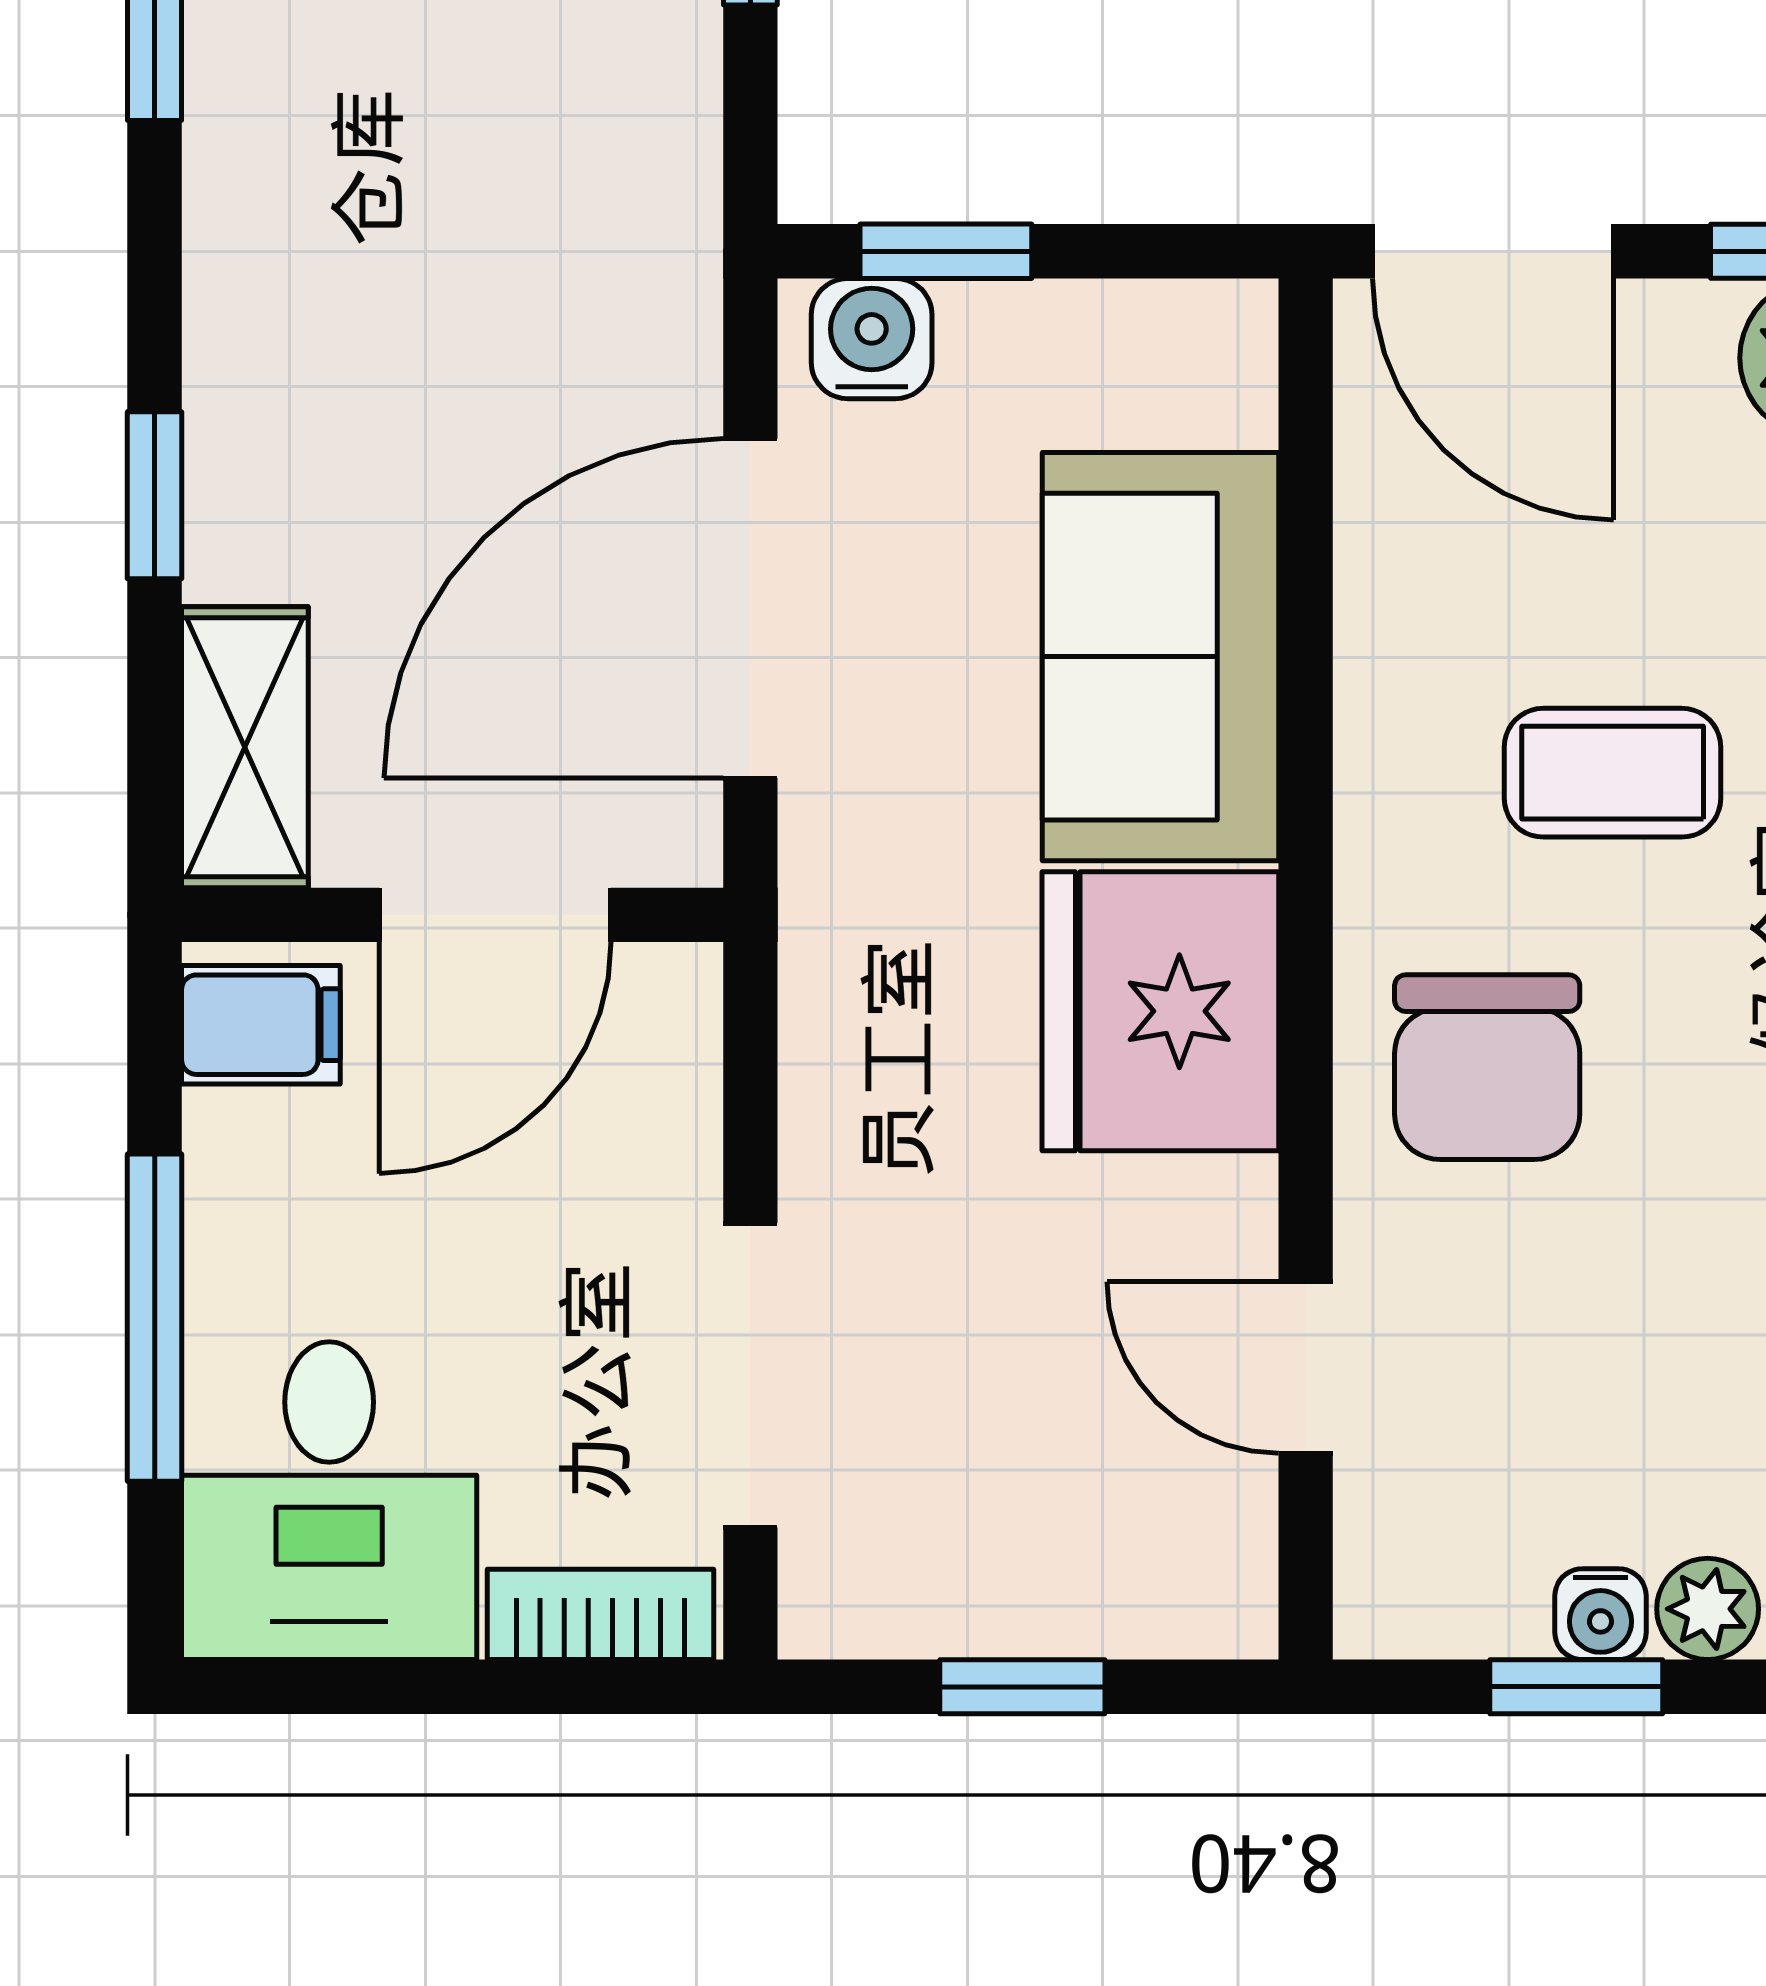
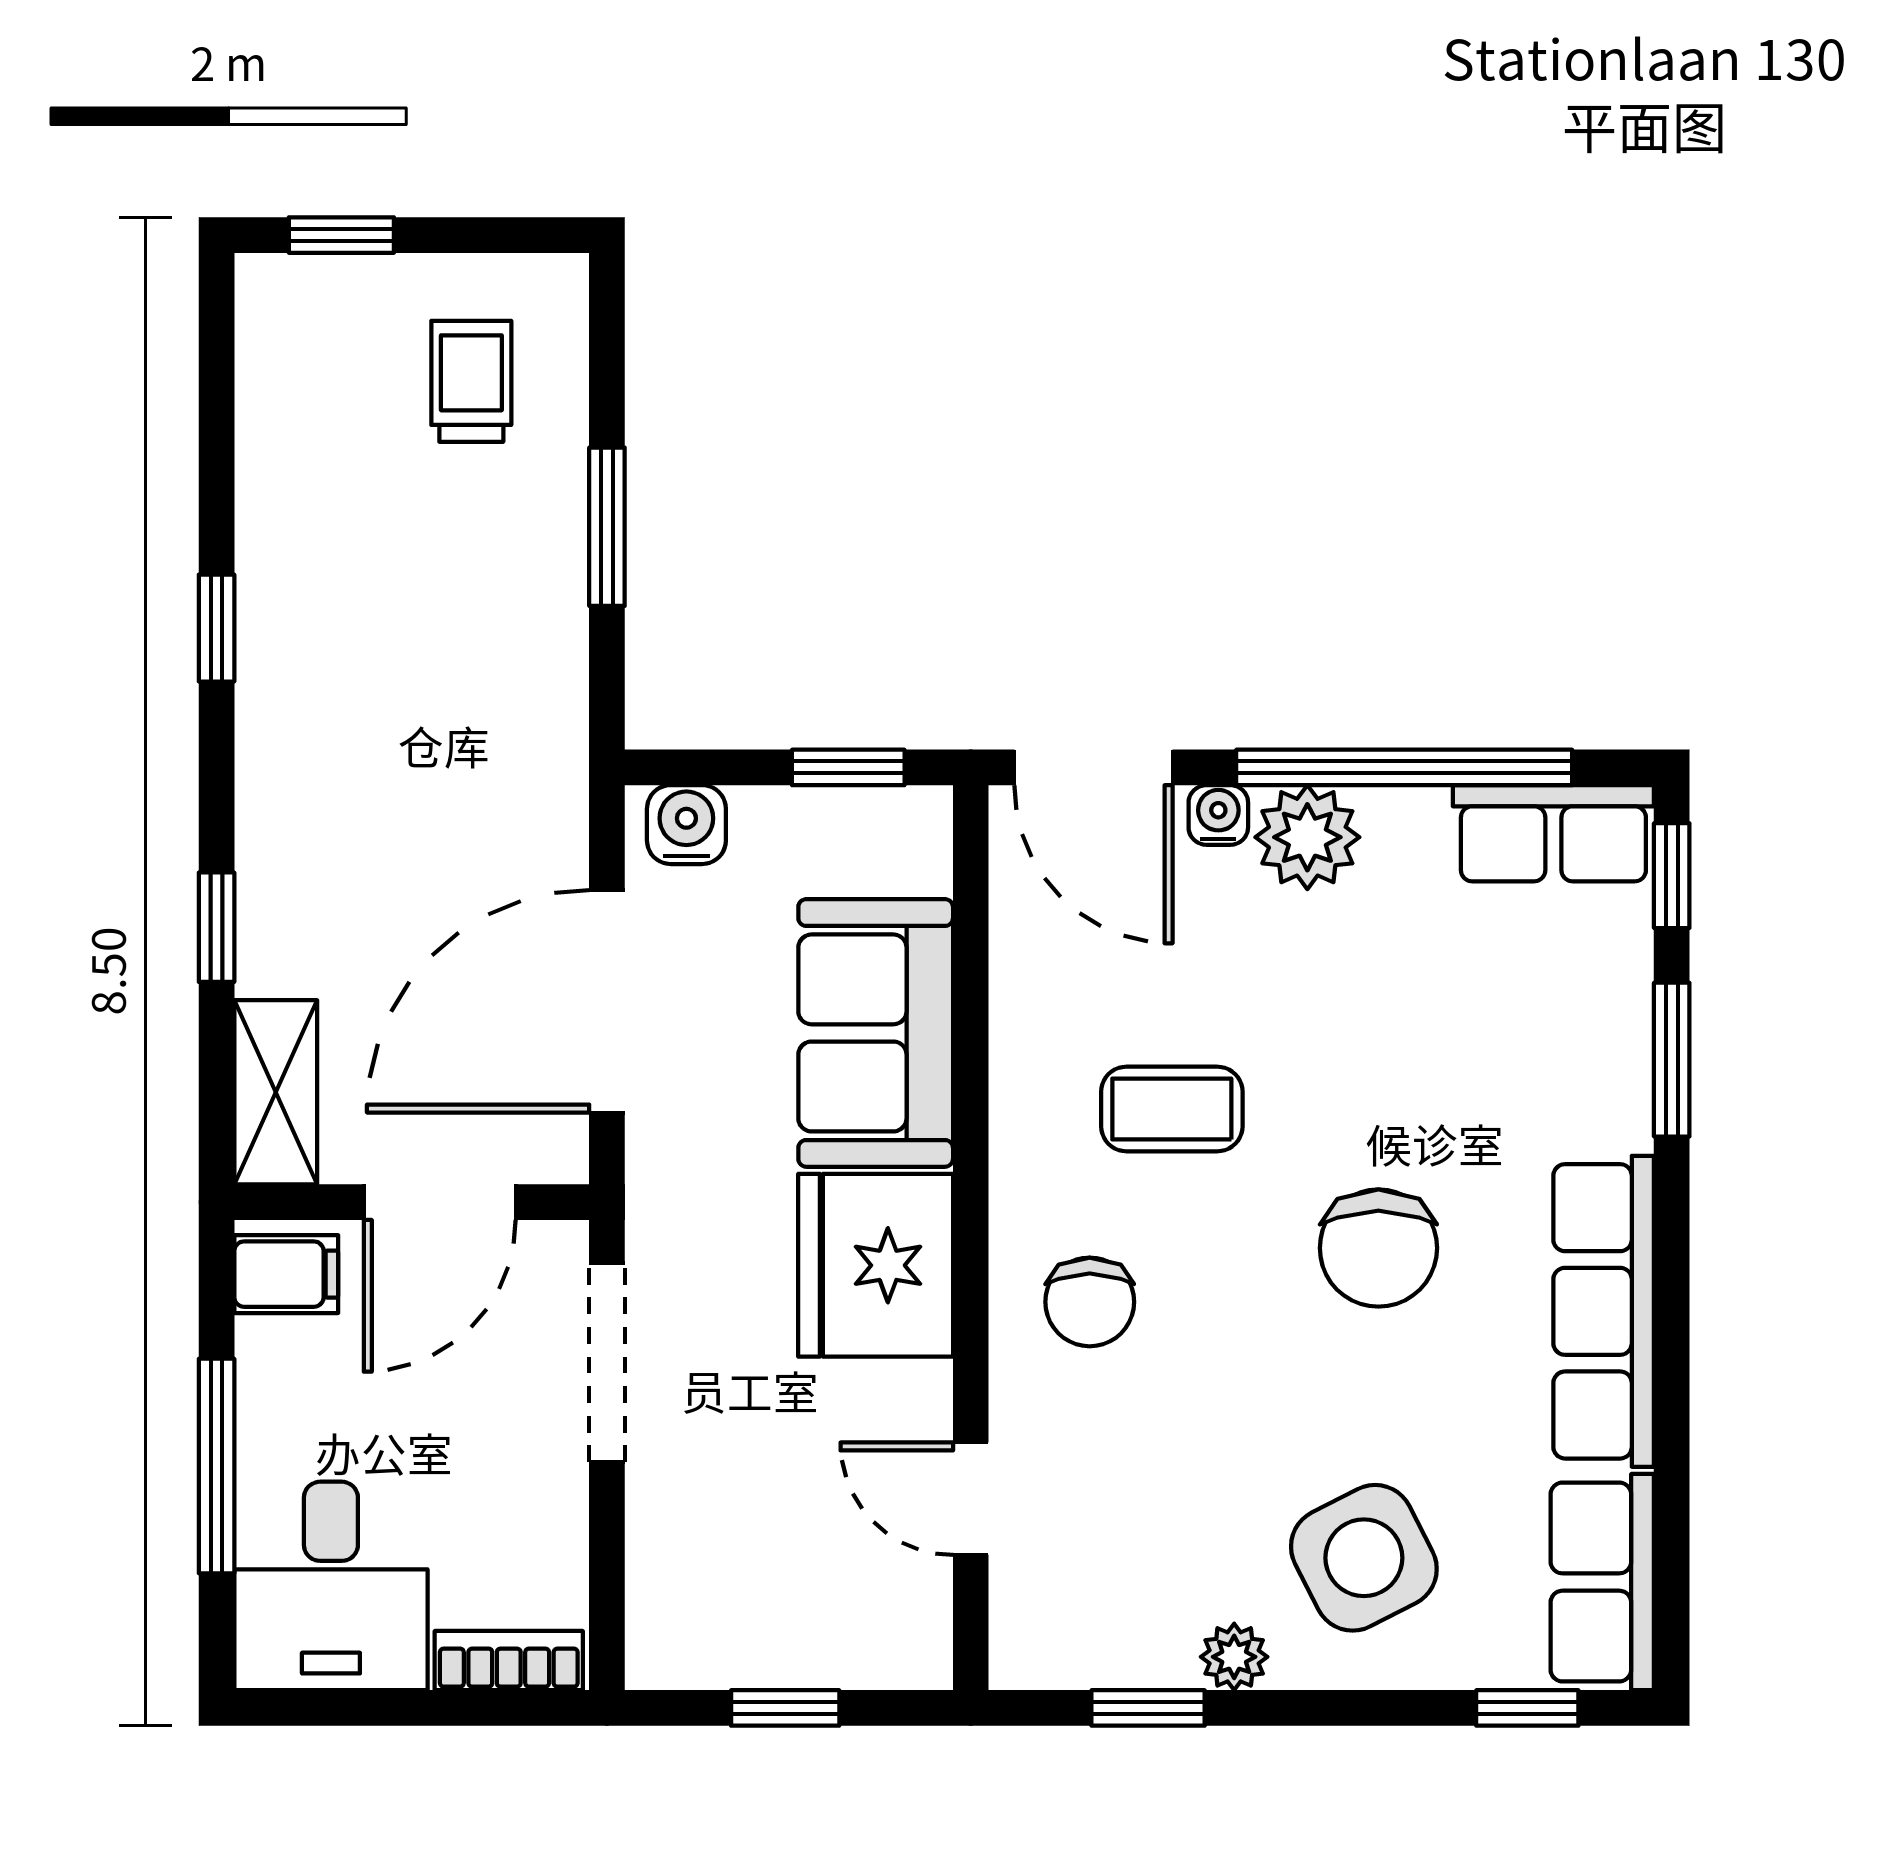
window: (946, 251) -> (848, 767), moved
chair: (1487, 1067) -> (1090, 1302), width x0.73, depth x0.73
doorway: (750, 1375) -> (607, 1362), moved
water cooler: (1601, 1614) -> (1218, 815), moved, turned 180

